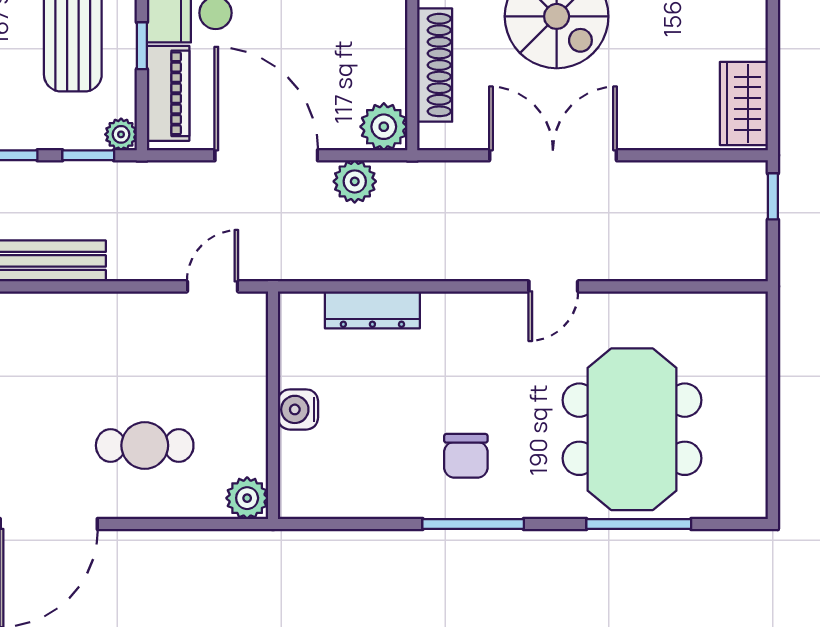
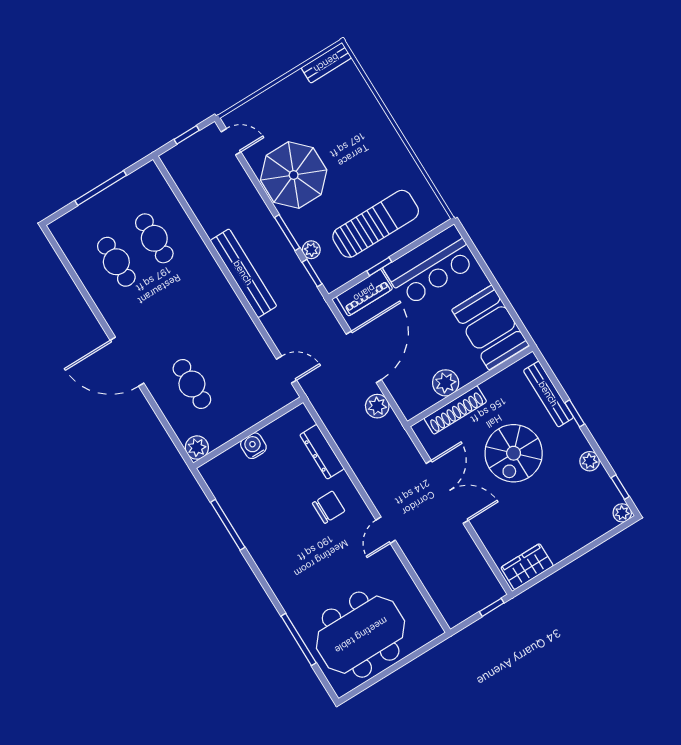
plant: (384, 127) -> (446, 383), moved
plant: (121, 134) -> (311, 250), moved
door: (553, 286) -> (386, 530), hinge flipped
meeting table: (632, 429) -> (361, 635), moved
chair: (466, 456) -> (329, 507), moved, turned 180
window: (473, 524) -> (228, 525), moved

